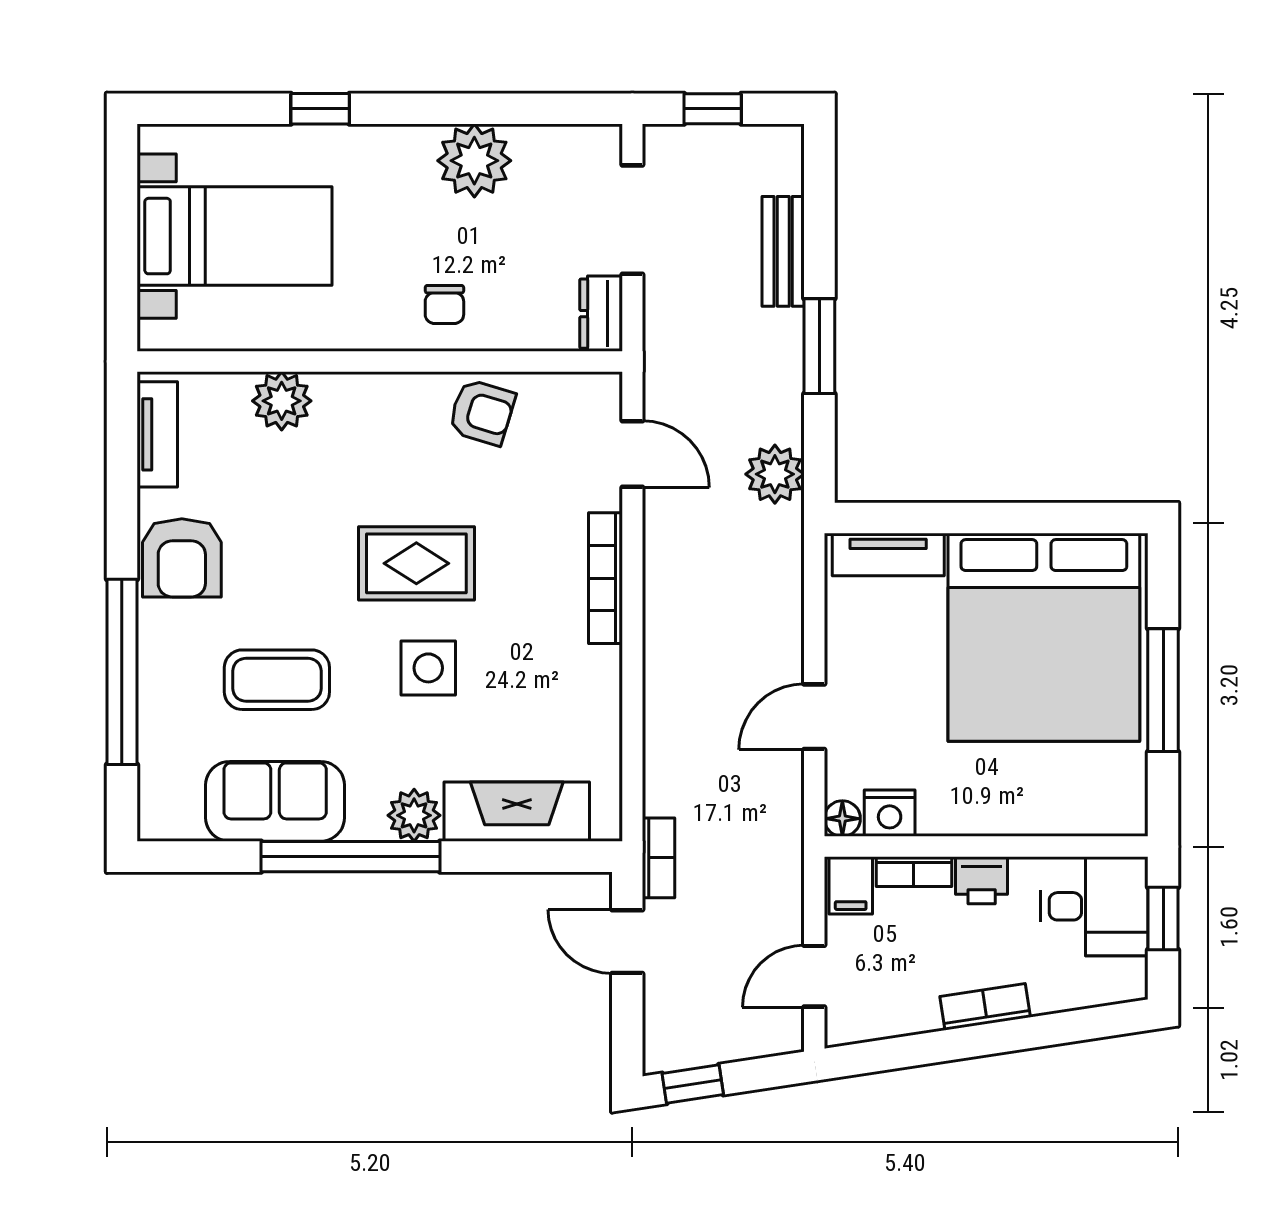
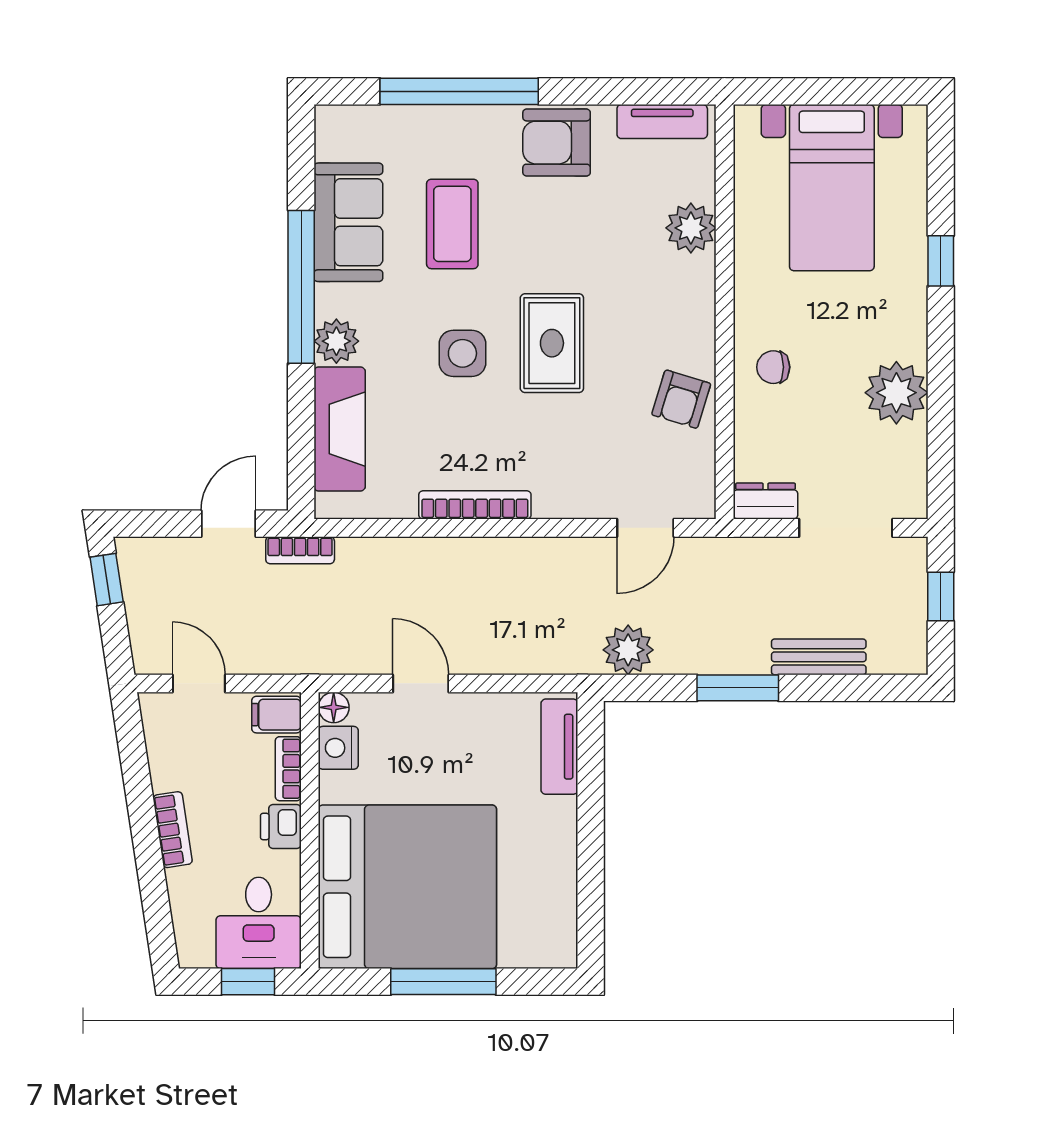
bookcase: (605, 578) -> (475, 505), moved
bed: (1044, 637) -> (407, 887), moved, turned 180

